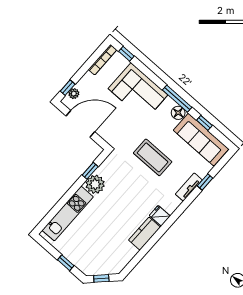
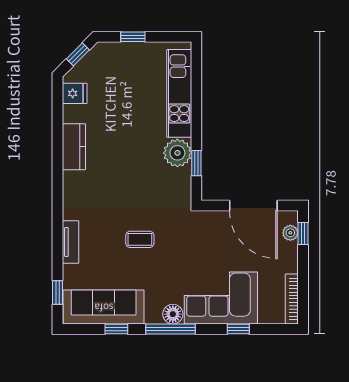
window: (126, 54) -> (238, 329), moved
floor lamp: (178, 113) -> (173, 314), moved
door: (80, 124) -> (253, 206), hinge flipped
coffee table: (153, 157) -> (140, 239), width x0.54, depth x0.58
window: (205, 182) -> (58, 292), moved
fridge: (160, 216) -> (75, 93), moved

